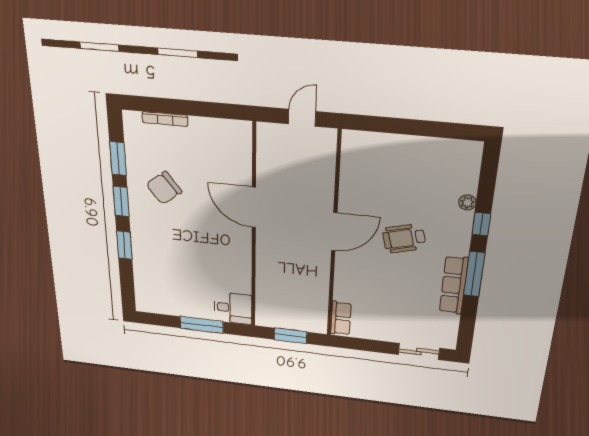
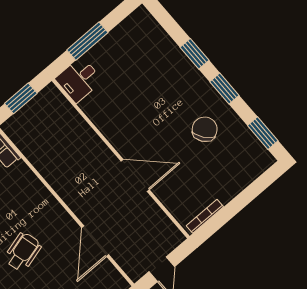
bookcase: (165, 119) -> (205, 216), moved
window: (118, 159) -> (263, 133), moved
door: (334, 232) -> (95, 241), moved

